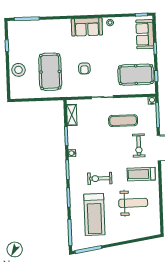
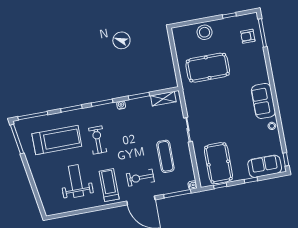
armchair: (84, 68) -> (248, 36), moved
weight bench: (133, 203) -> (76, 181), turned 180
treadmill: (94, 214) -> (57, 140), turned 180

